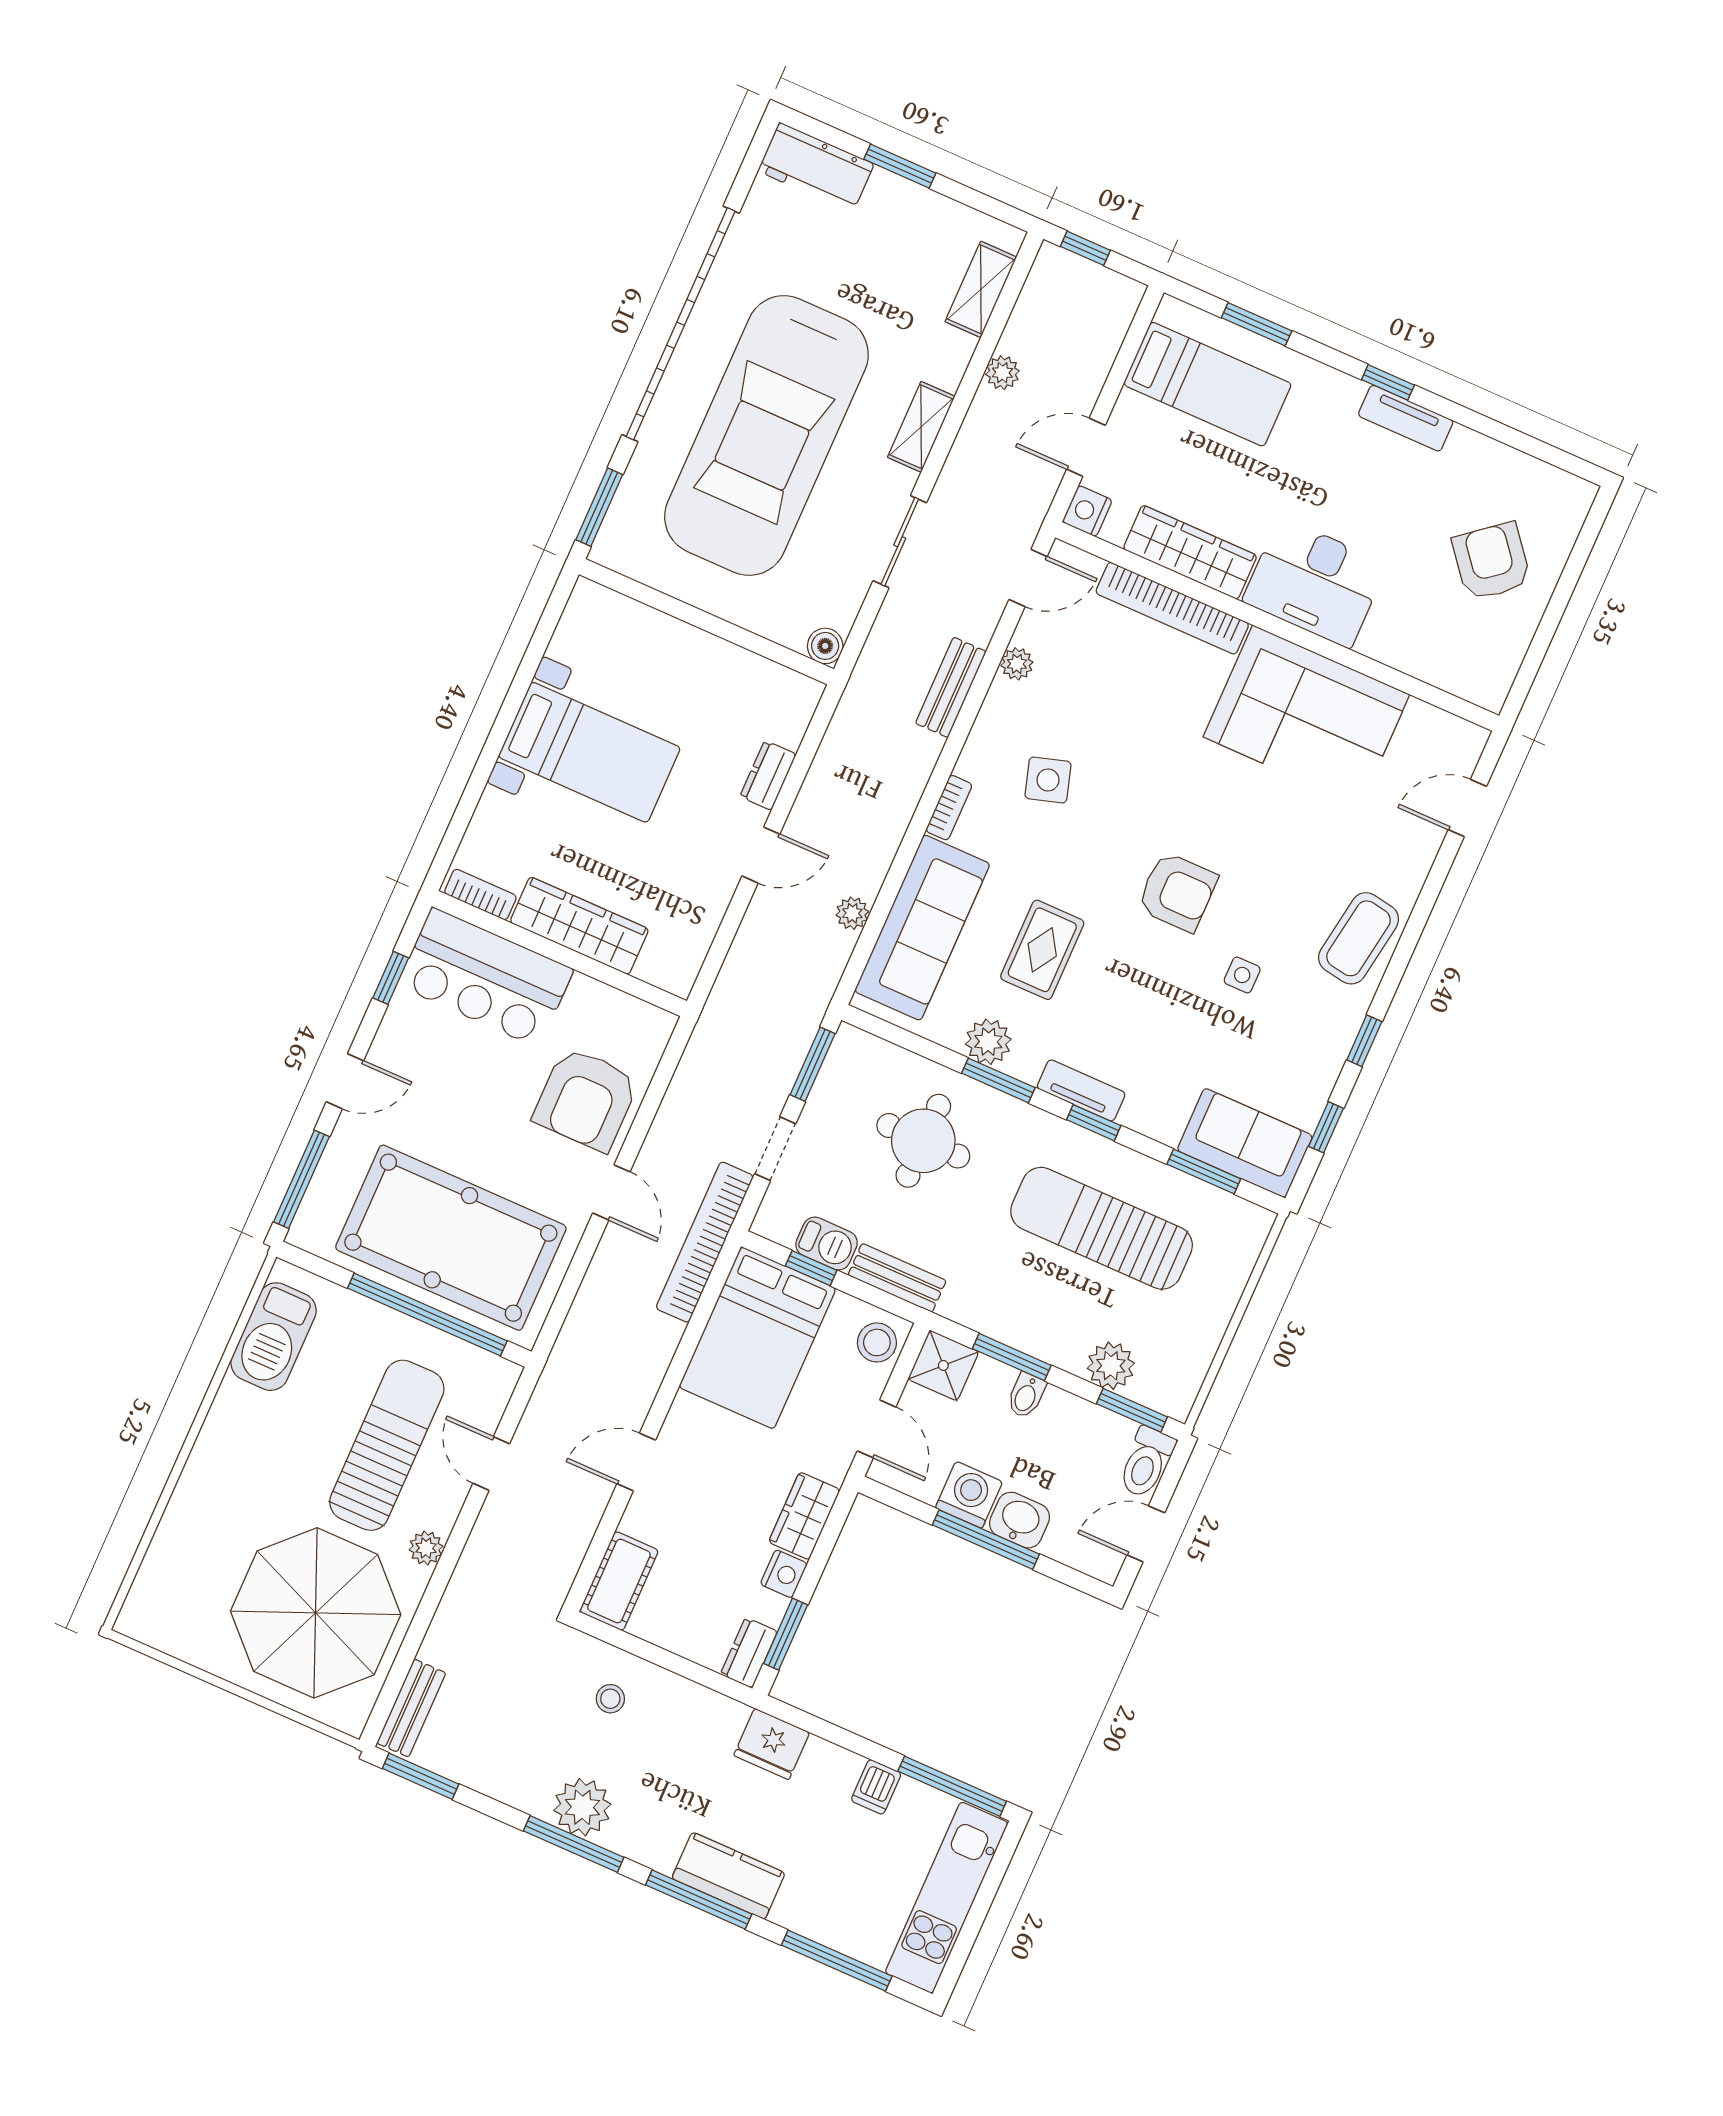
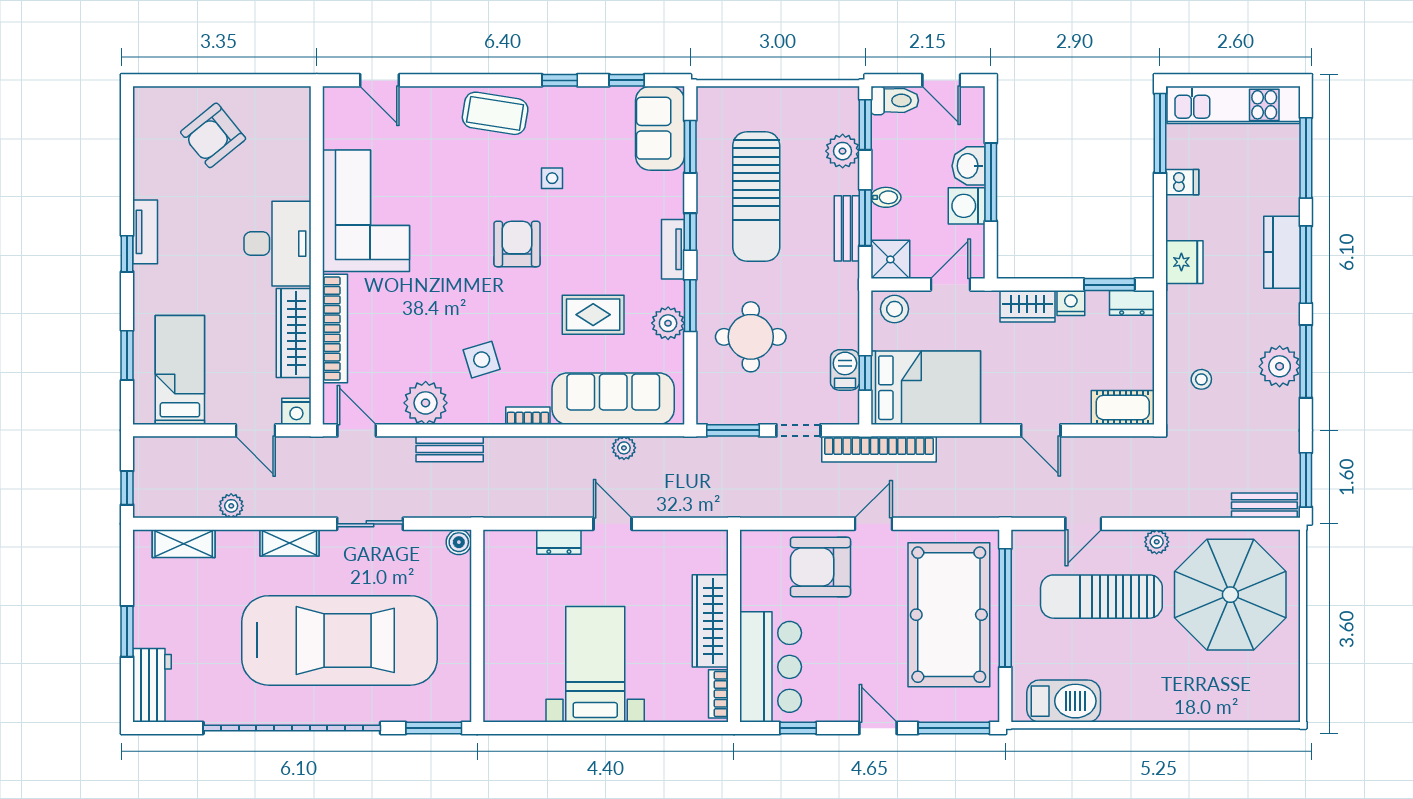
plant: (1017, 664) -> (426, 403), width x1.87, depth x1.87
armchair: (586, 1099) -> (820, 567), turned 180
bench: (897, 1278) -> (847, 228), moved

